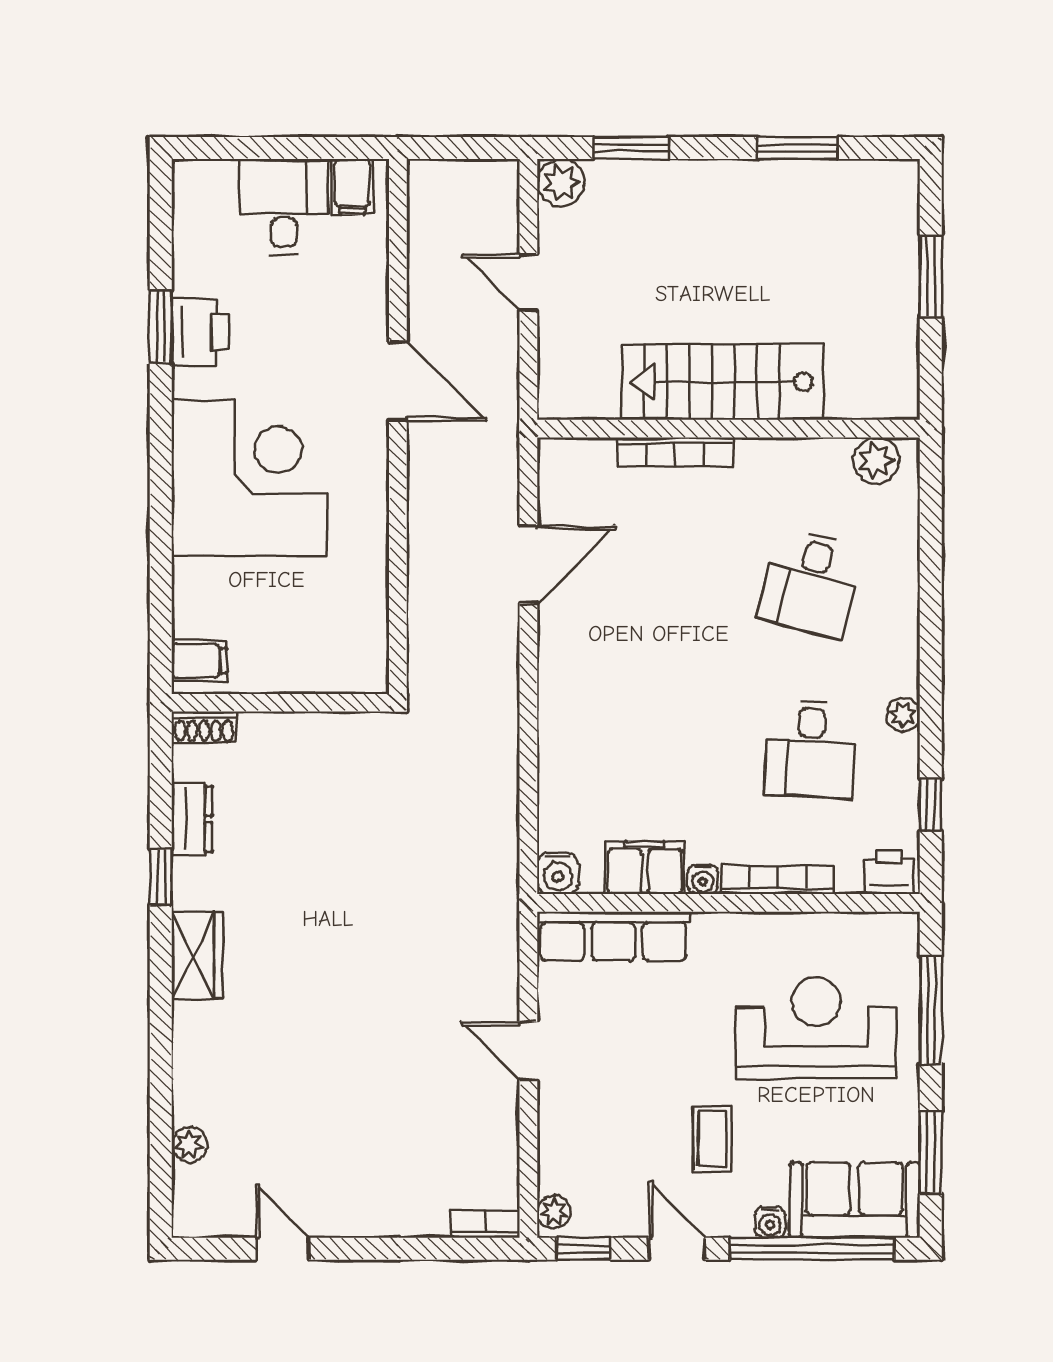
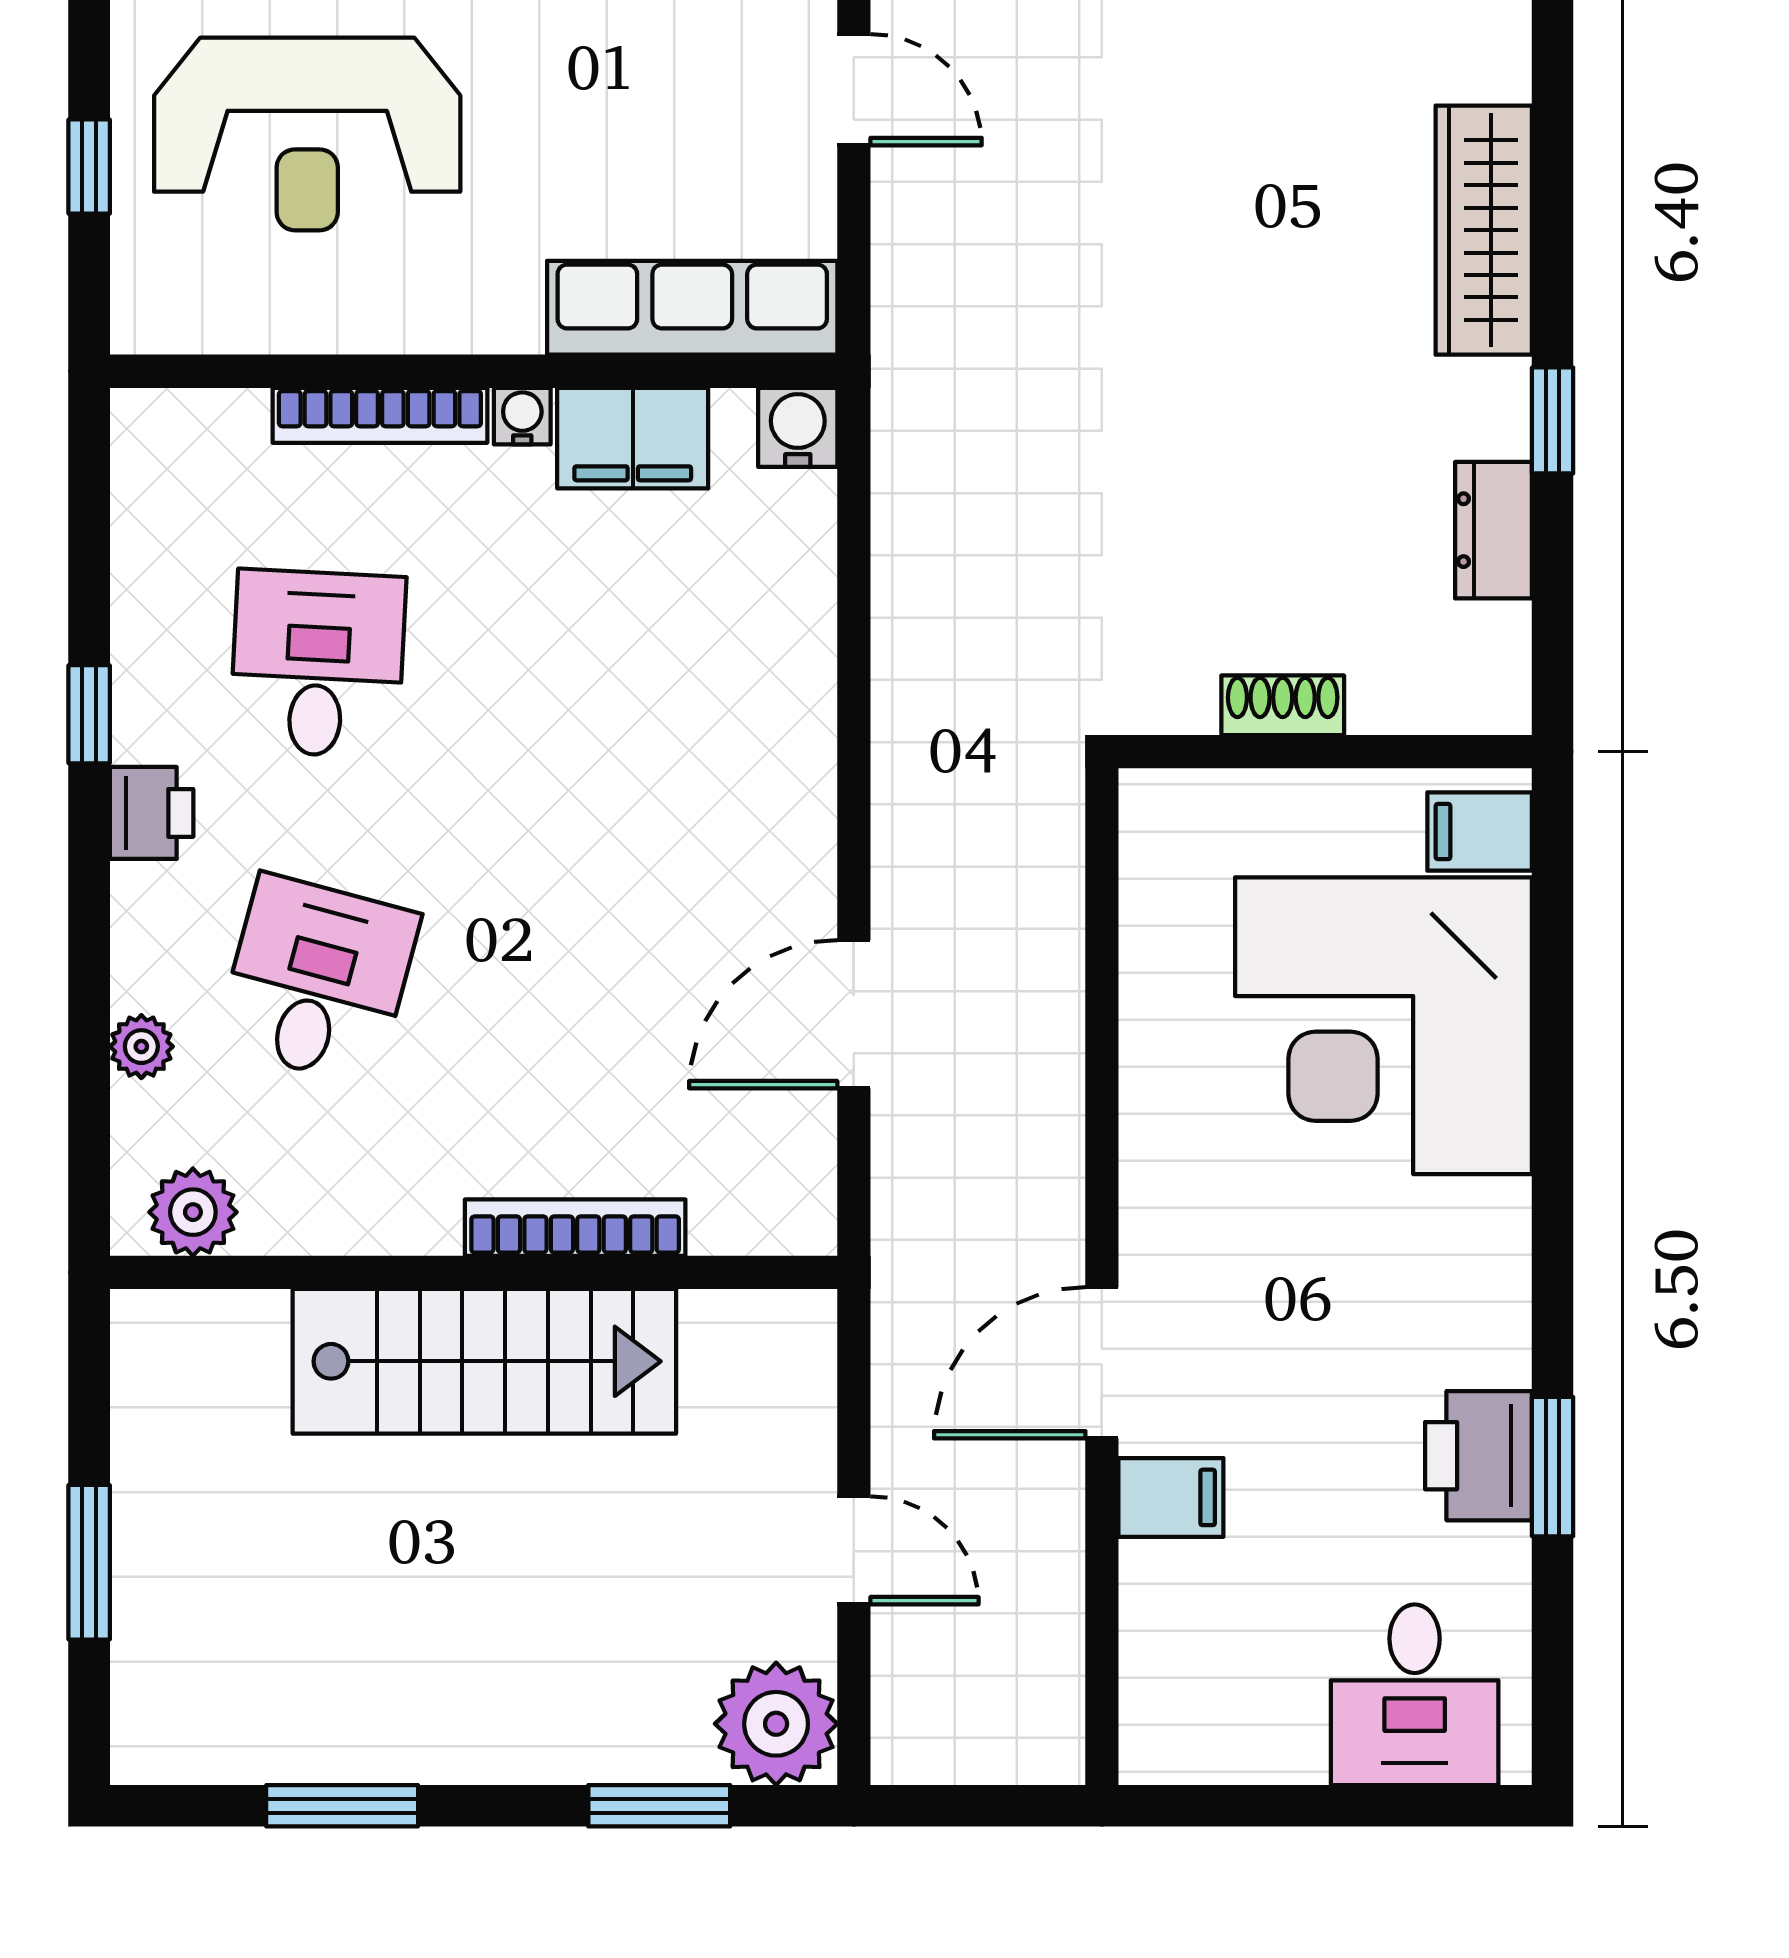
plant: (561, 183) -> (776, 1724), width x1.36, depth x1.36
filing cabinet: (352, 187) -> (1171, 1497), moved, turned 90
desk: (284, 206) -> (1415, 1695), moved
door: (398, 381) -> (1102, 1363), hinge flipped
corner desk: (250, 478) -> (1383, 1026), moved
plant: (903, 715) -> (141, 1047), moved
shoe rack: (204, 727) -> (1283, 705), moved
window: (931, 805) -> (89, 714), moved
printer: (889, 872) -> (152, 813), moved, turned -90
wardrobe: (197, 955) -> (1484, 230), width x1.50
window: (931, 1011) -> (89, 167), width x0.46

